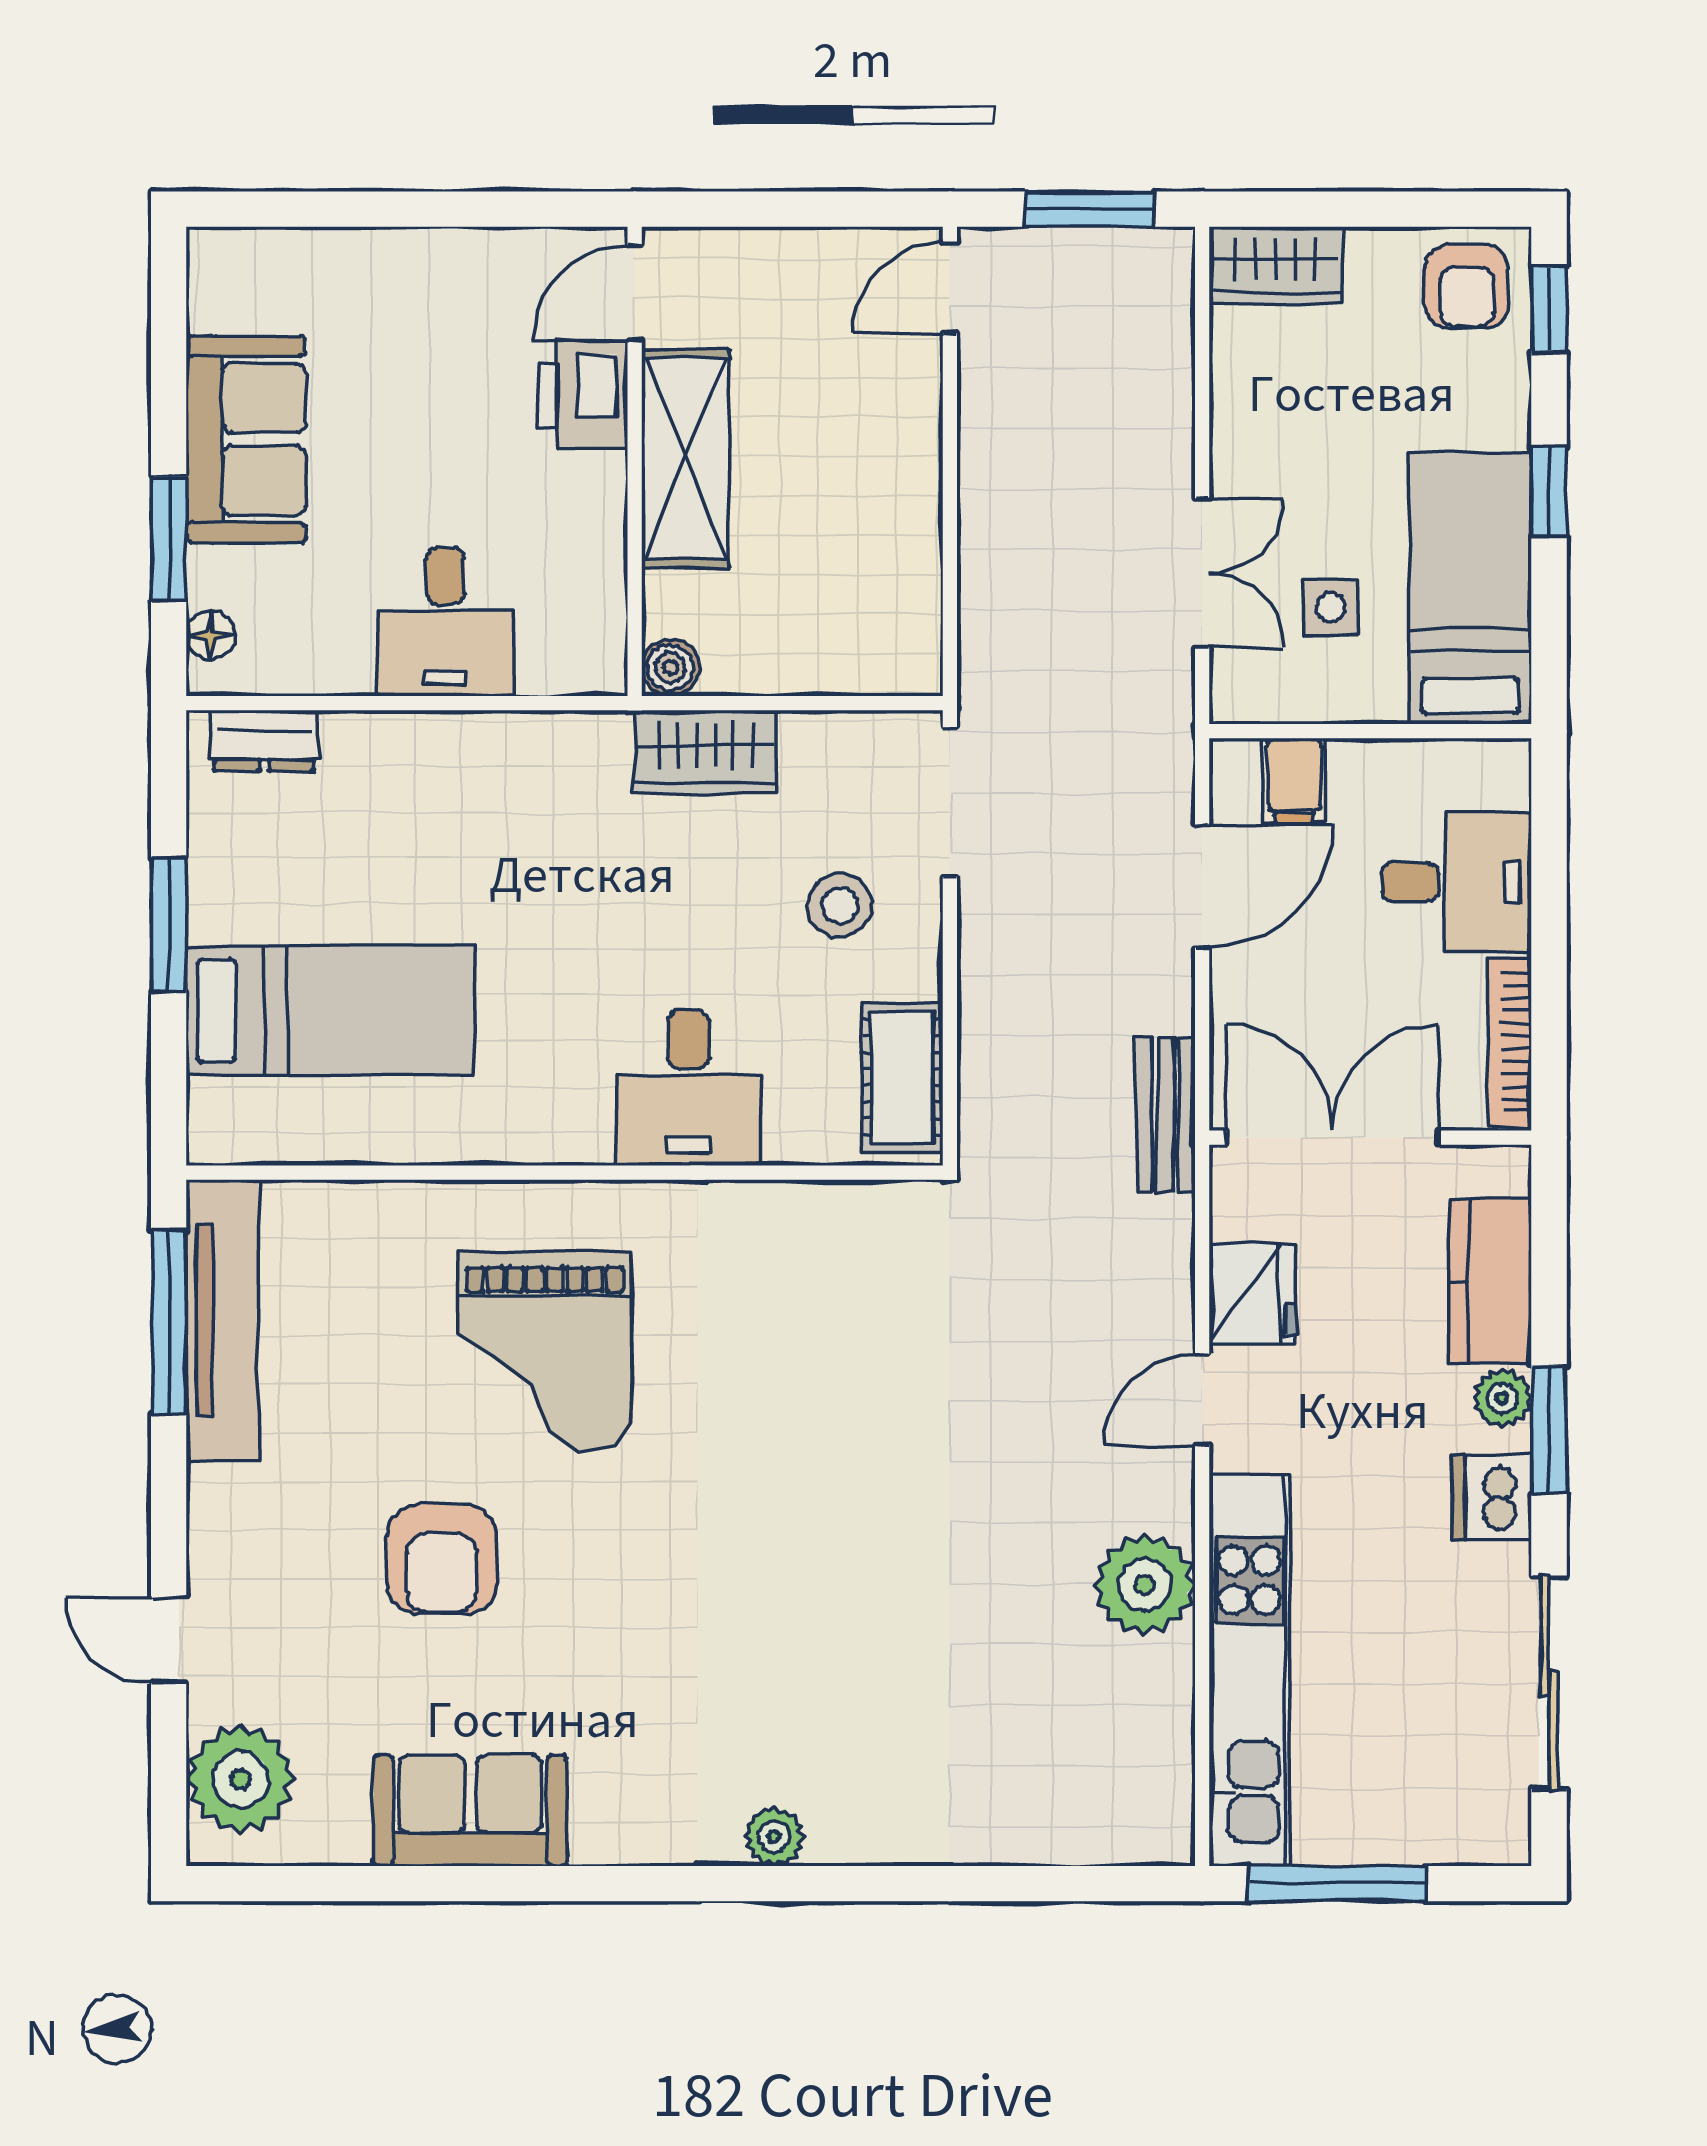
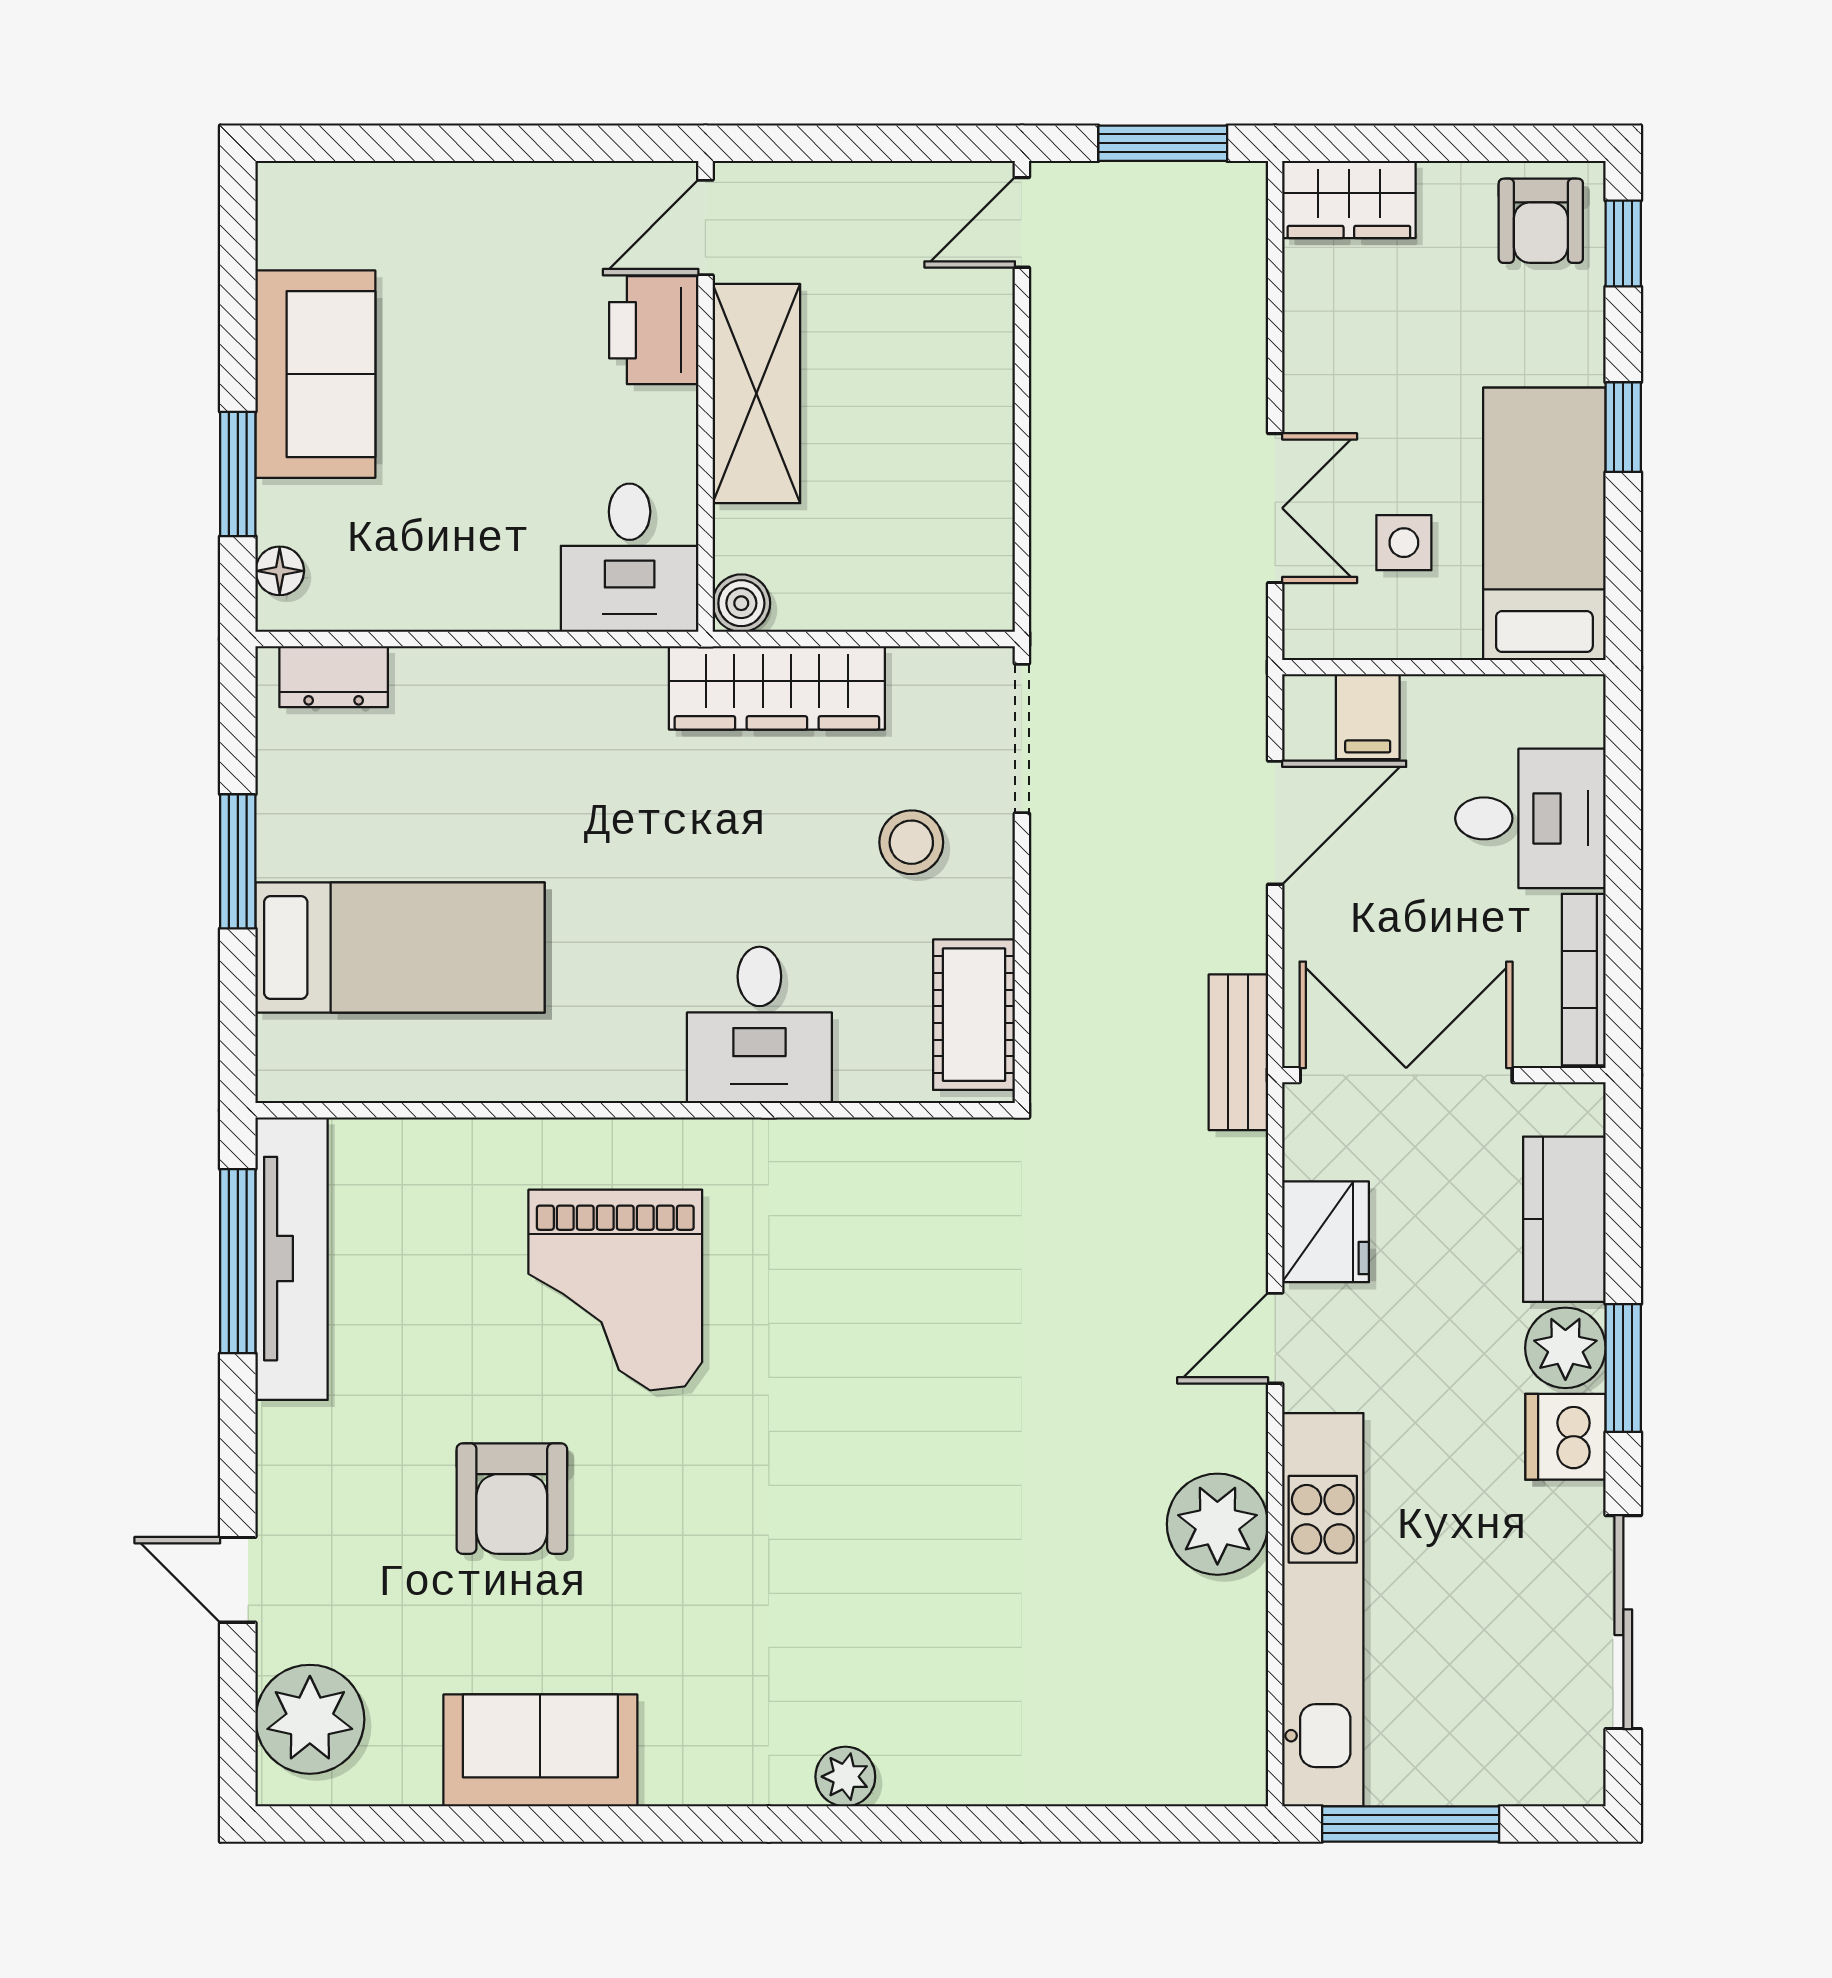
desk: (445, 622) -> (630, 558), moved
wardrobe: (706, 752) -> (777, 688), width x1.50
plant: (1502, 1398) -> (1565, 1348), width x1.38, depth x1.38

